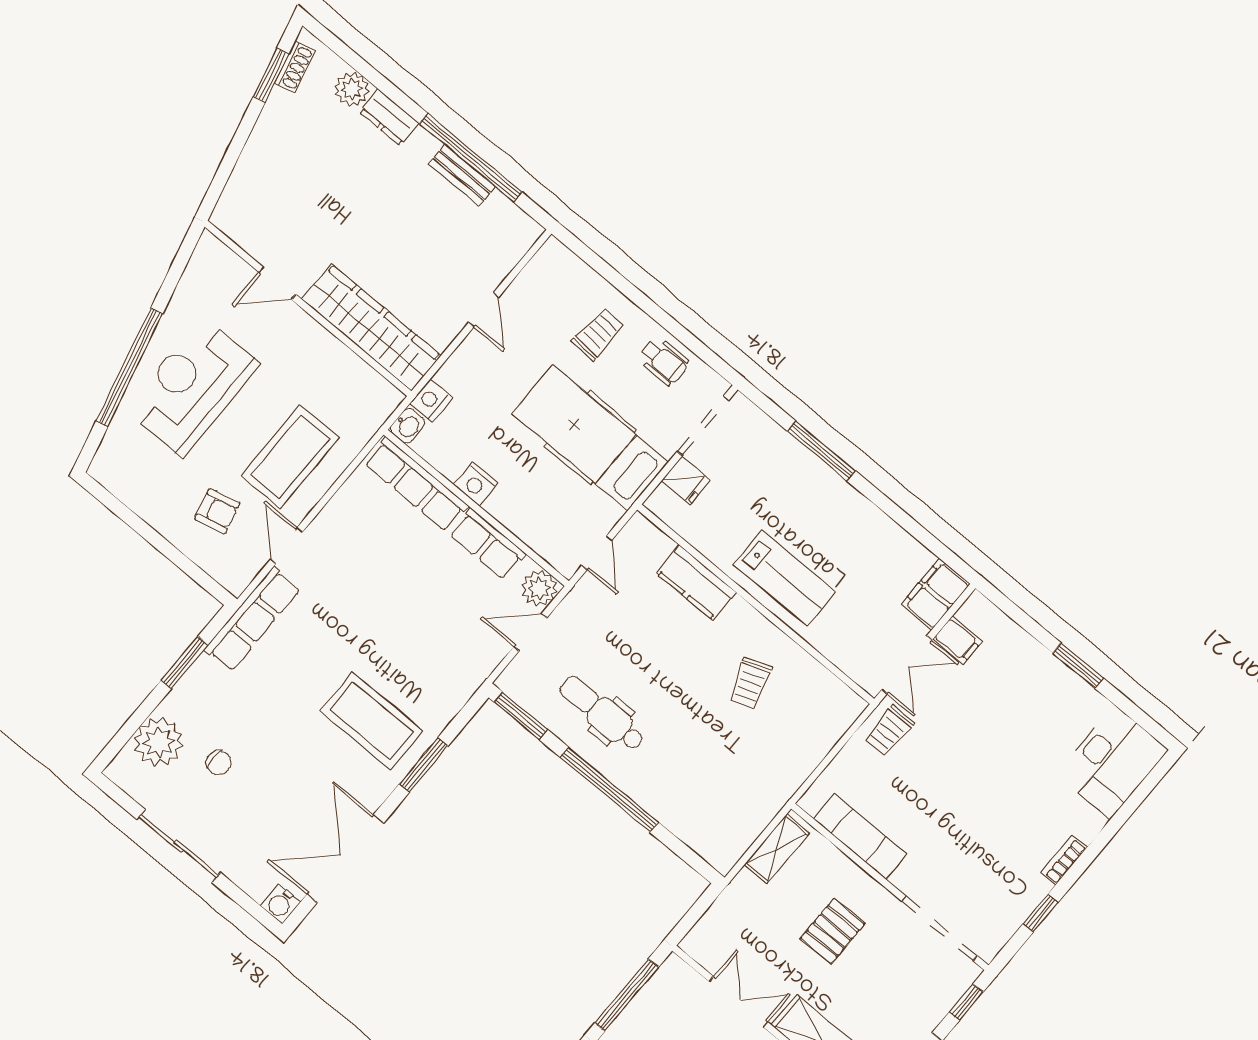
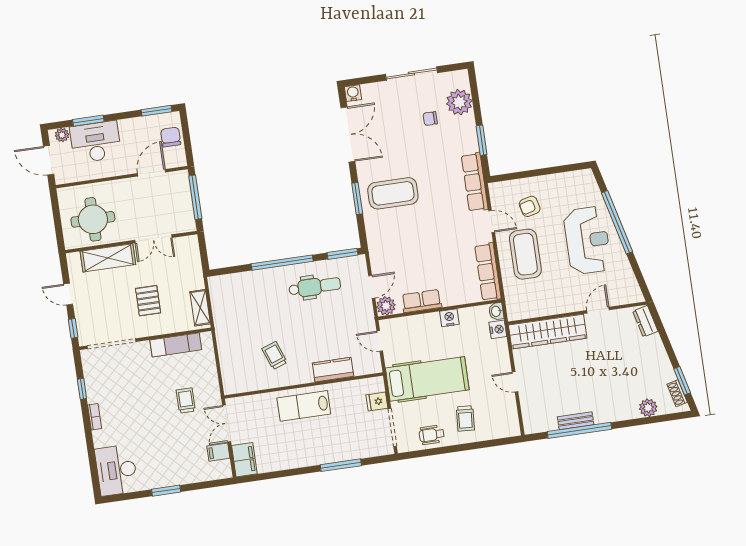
dresser: (389, 118) -> (645, 321), moved, turned -104
row of seats: (416, 484) -> (488, 272), moved, turned -90
trolley: (890, 731) -> (186, 400), moved

